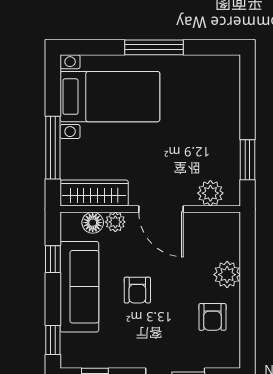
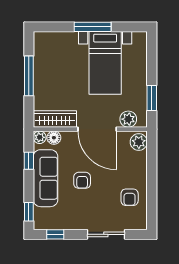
bed with nightstands: (110, 97) -> (105, 63), moved, turned 90
window: (53, 148) -> (29, 76), moved
door: (161, 209) -> (97, 129), width x1.36
plant: (115, 222) -> (40, 137), moved
plant: (227, 275) -> (139, 142), moved

